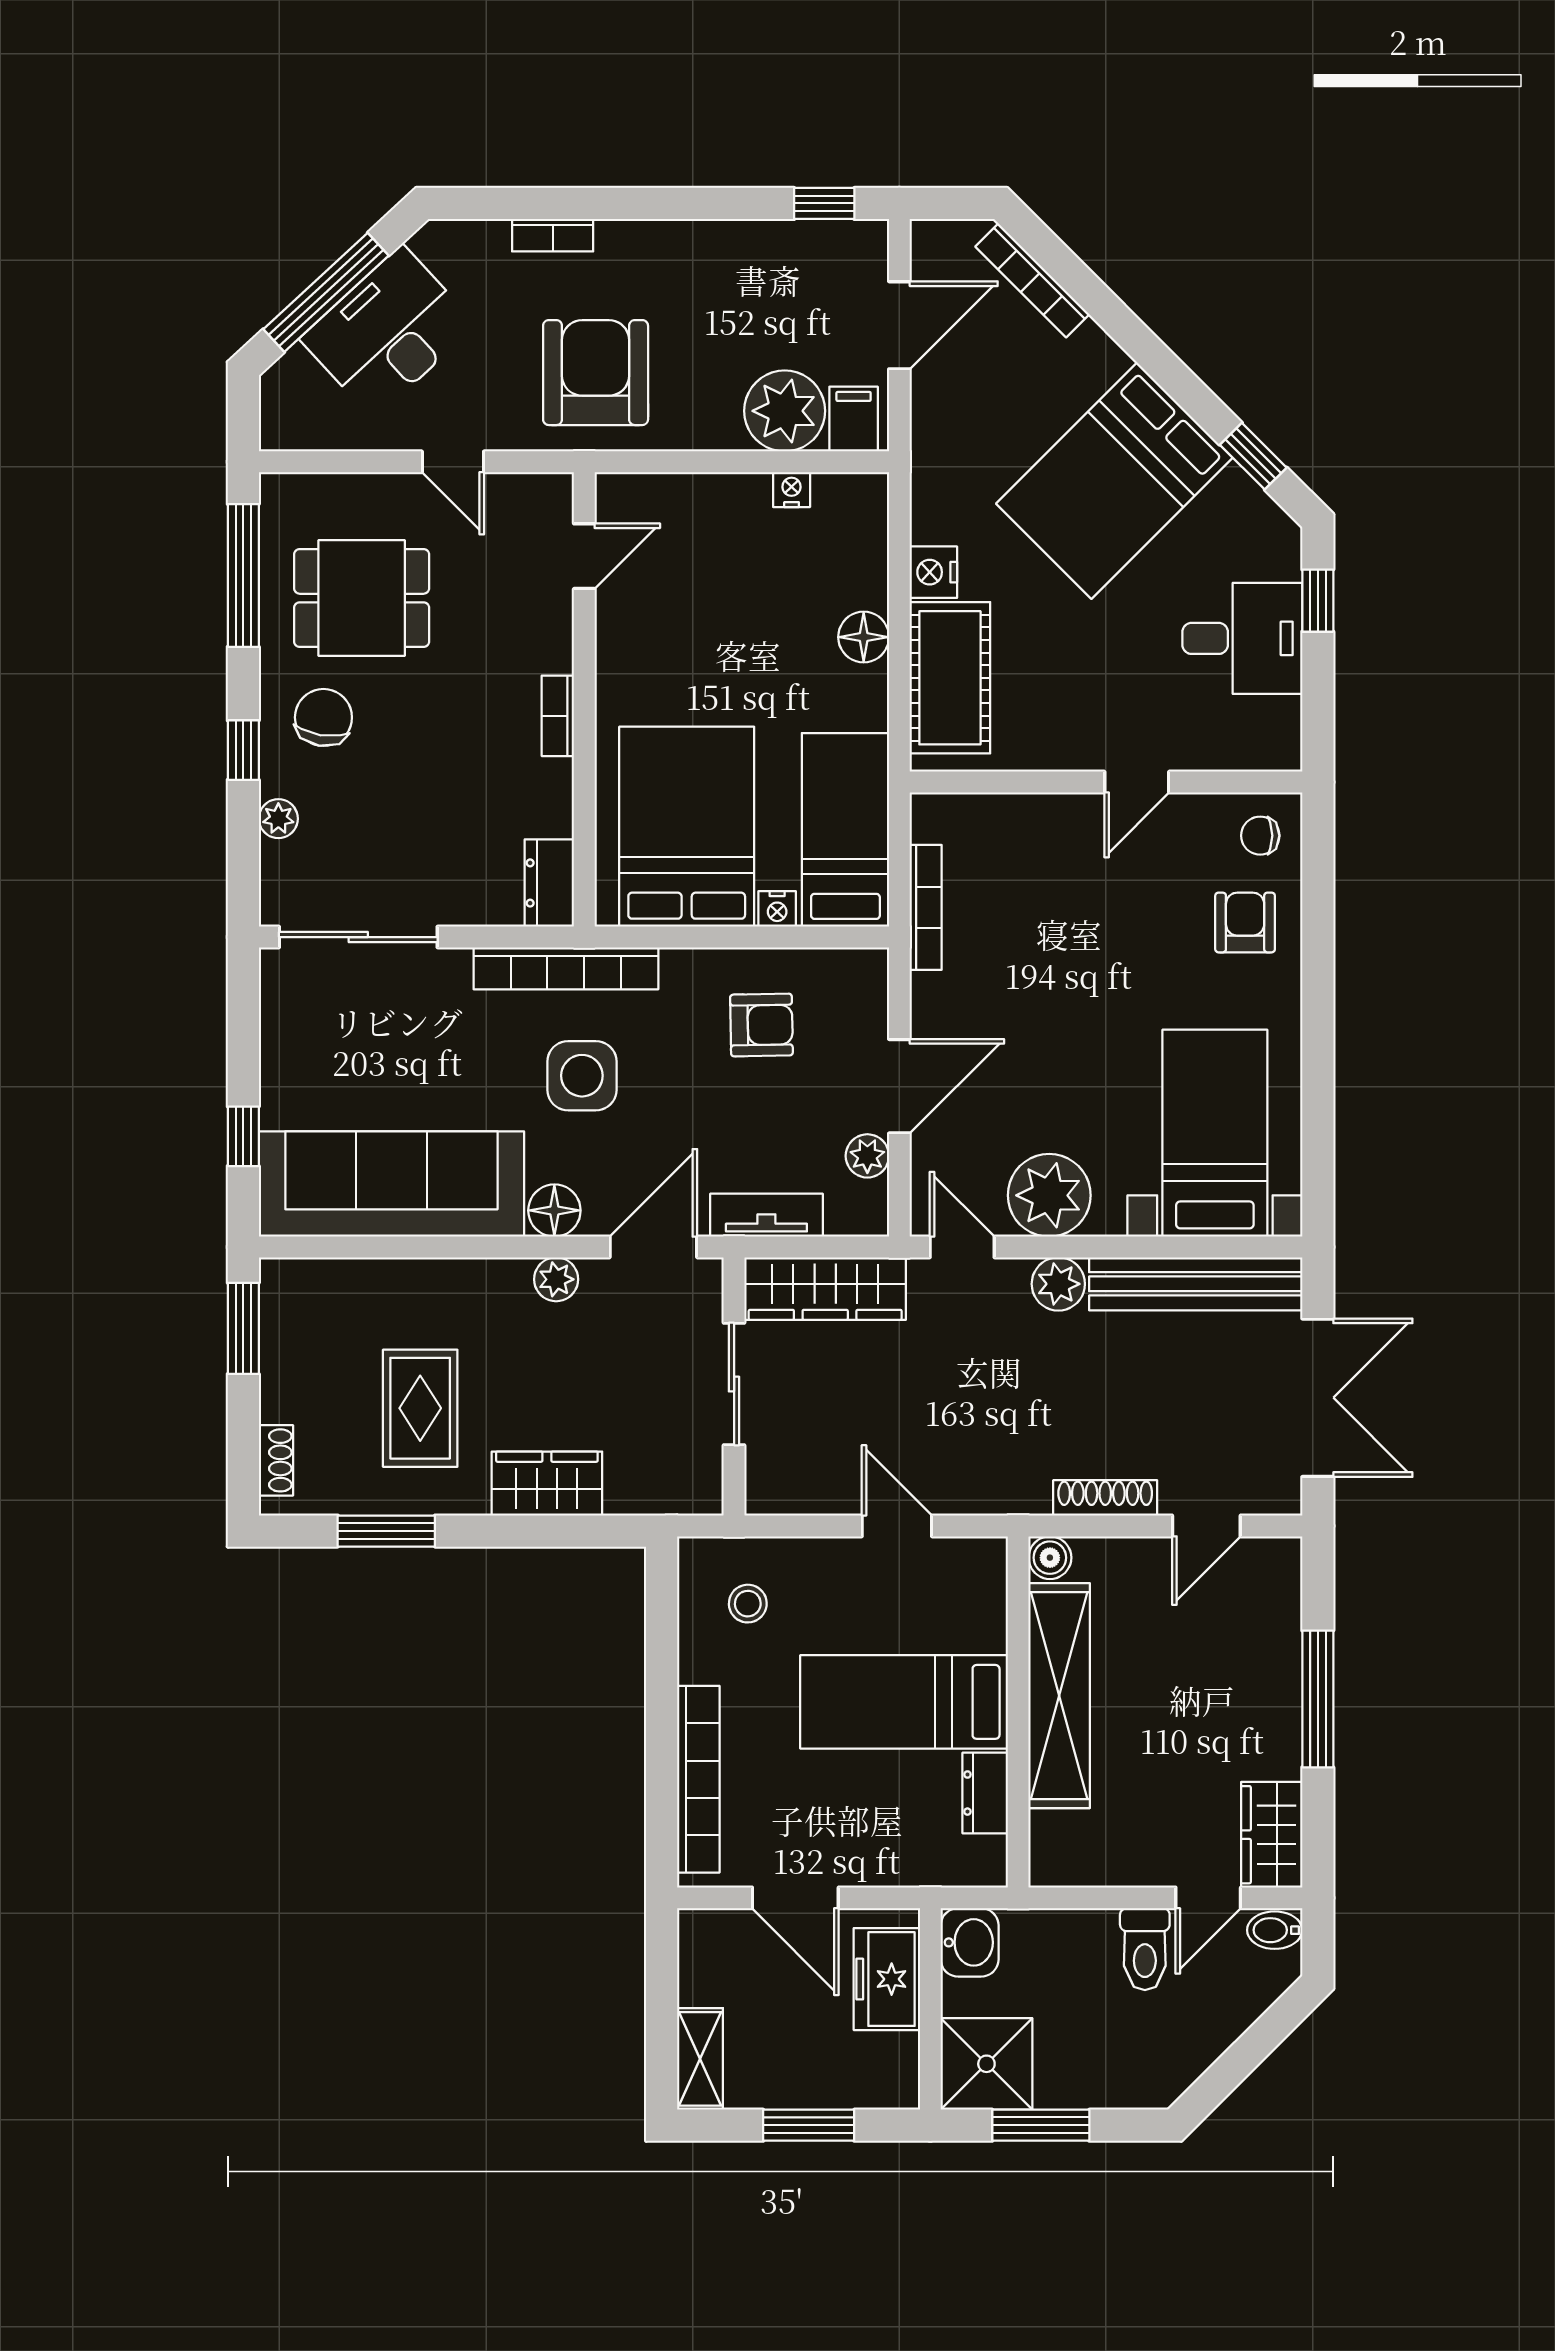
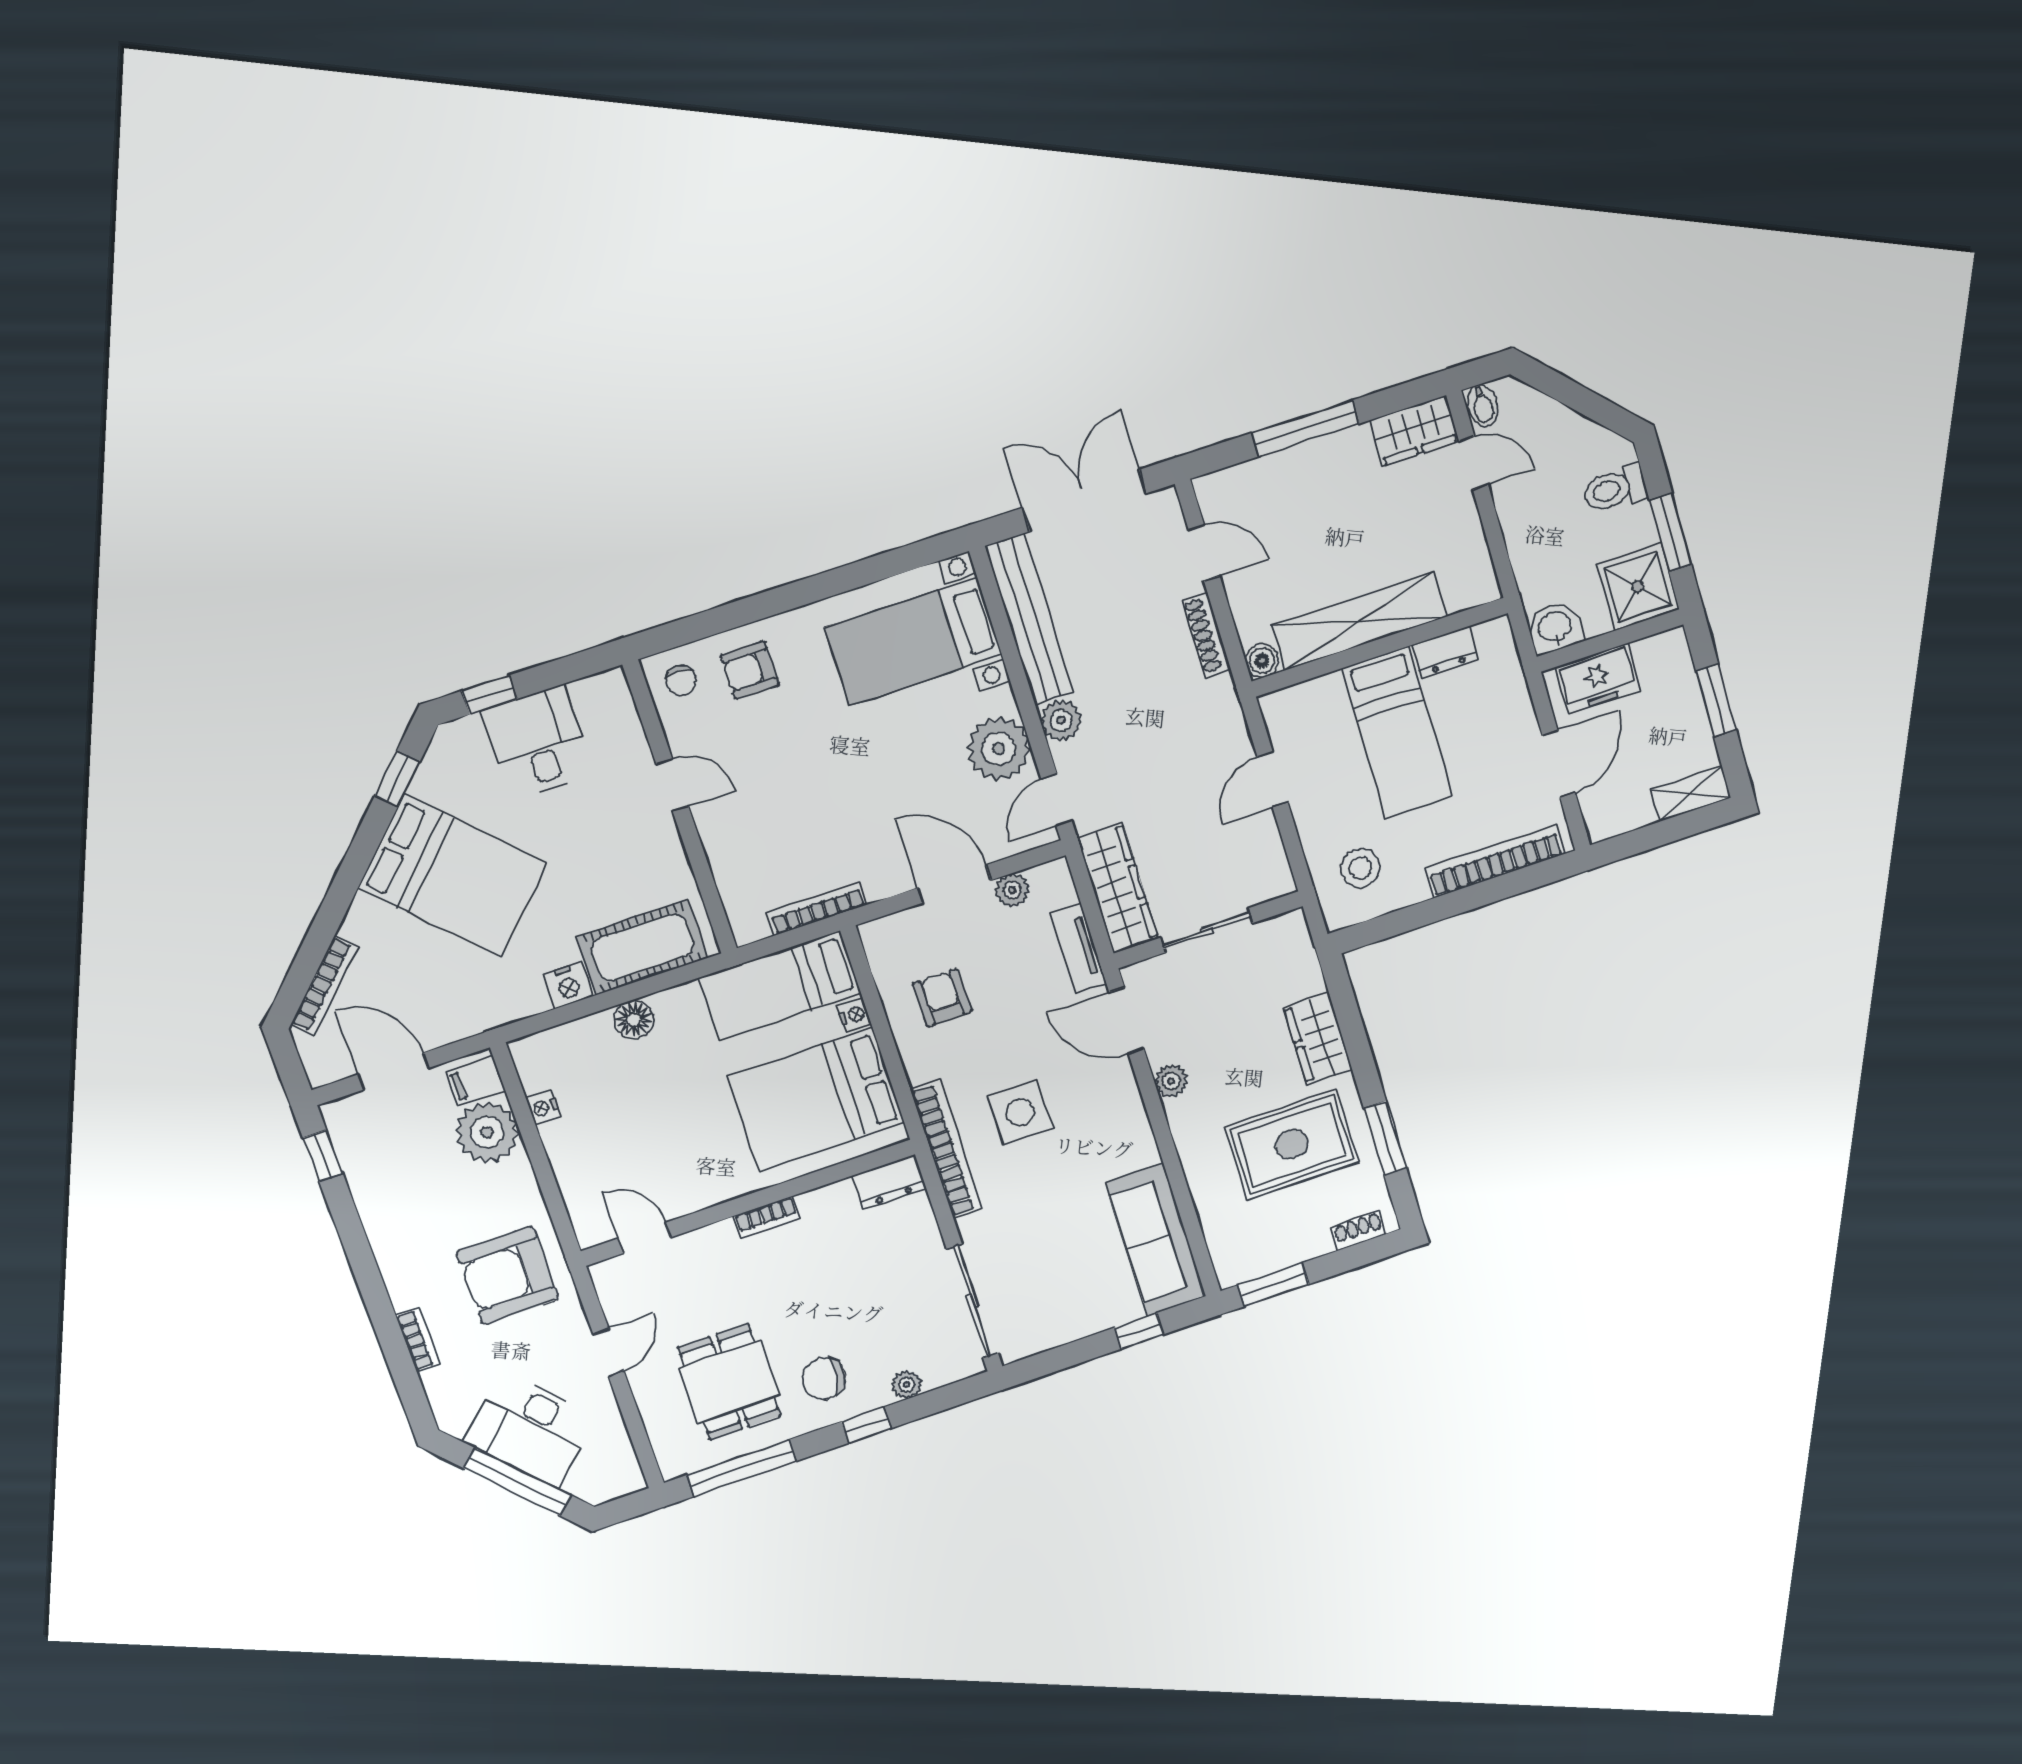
sofa: (391, 1184) -> (1156, 1240), width x0.74, depth x0.79
floor lamp: (554, 1210) -> (1123, 1099), removed
rug: (420, 1408) -> (1292, 1144), width x1.36, depth x1.43
stool: (748, 1604) -> (1360, 868), width x1.37, depth x1.37
toilet: (1145, 1949) -> (1615, 489), moved, turned 180

